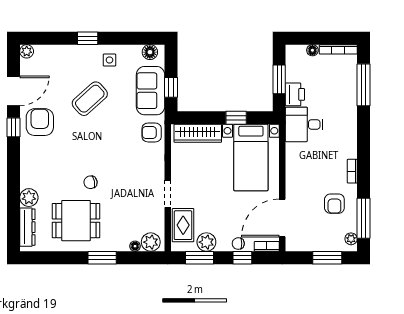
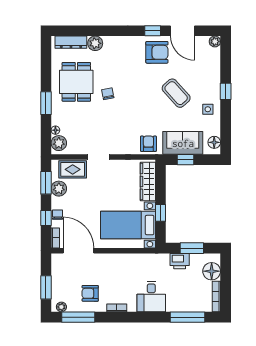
floor lamp: (312, 50) -> (212, 271), width x1.89, depth x1.89
desk: (304, 124) -> (151, 297), moved, turned 180

